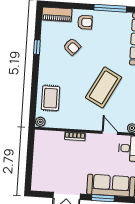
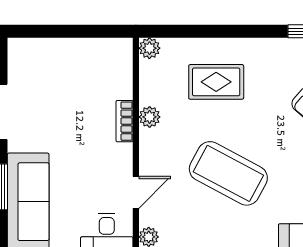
rug: (51, 98) -> (216, 82), moved
plant: (74, 124) -> (150, 117), added

